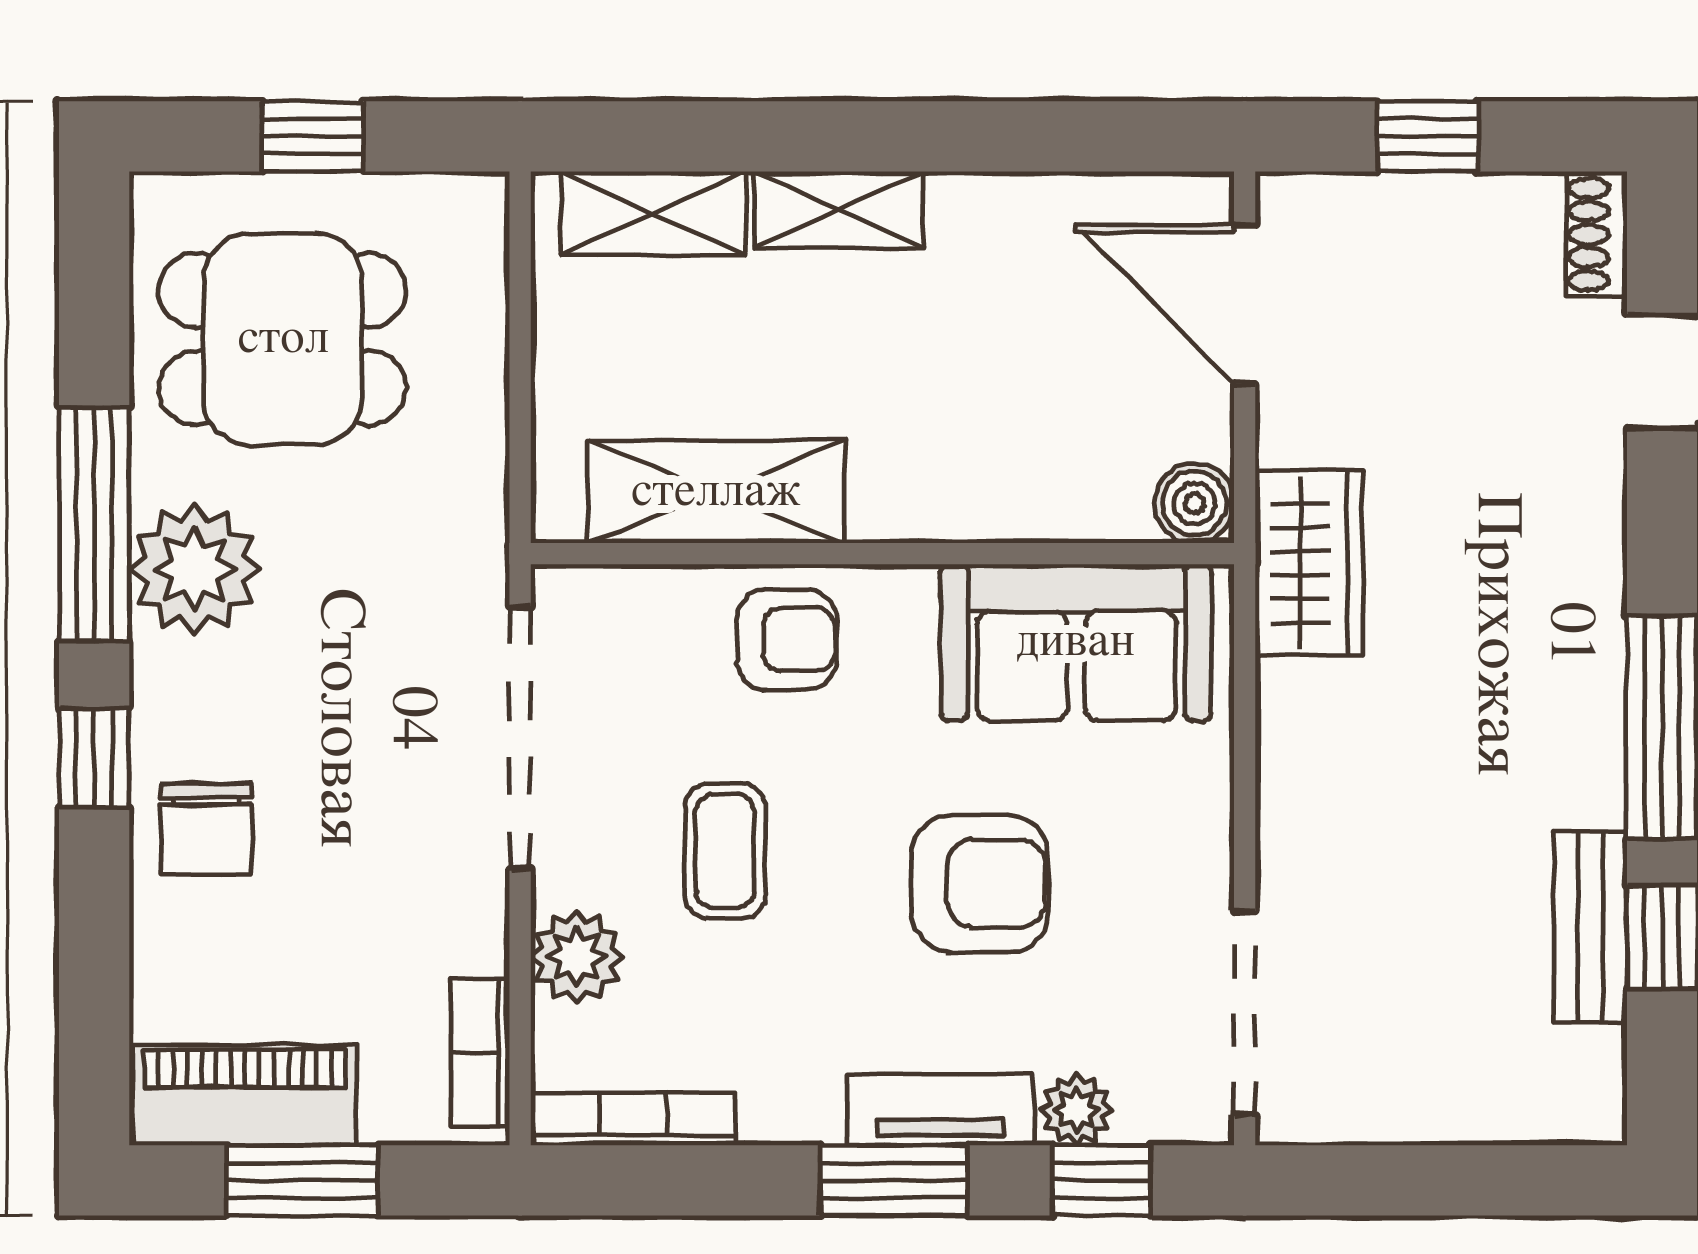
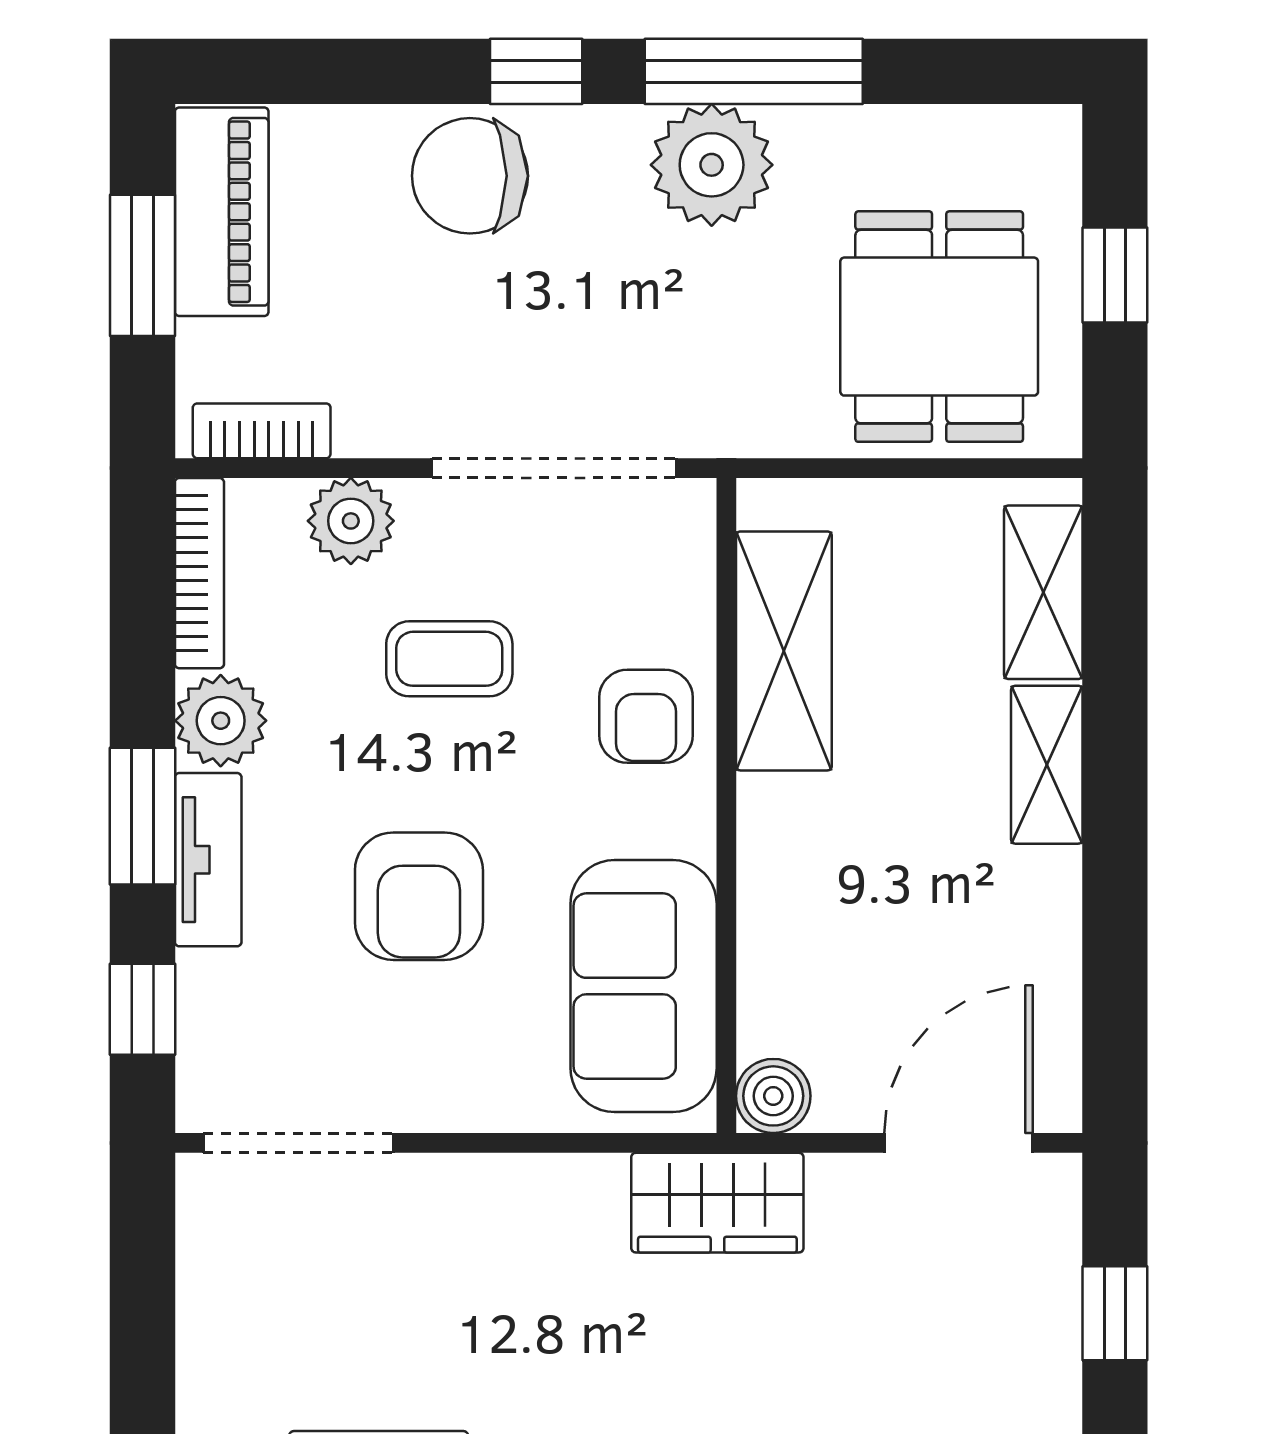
dining table: (283, 339) -> (939, 327), moved
chair: (206, 829) -> (470, 176), width x1.37, depth x1.37
plant: (1076, 1110) -> (221, 721), moved, width x1.38, depth x1.38

